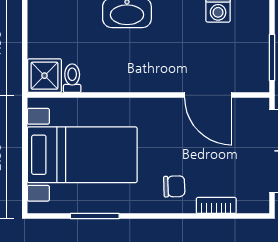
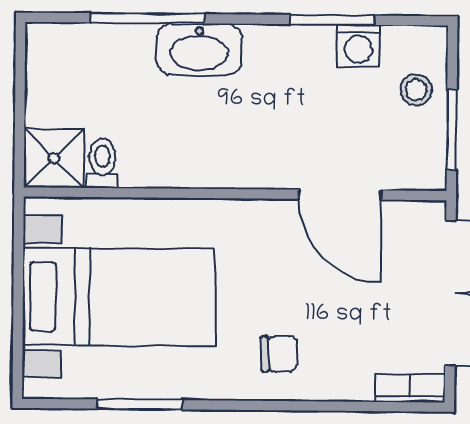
stool: (251, 35) -> (416, 90), added
bookcase: (216, 205) -> (410, 388), moved

